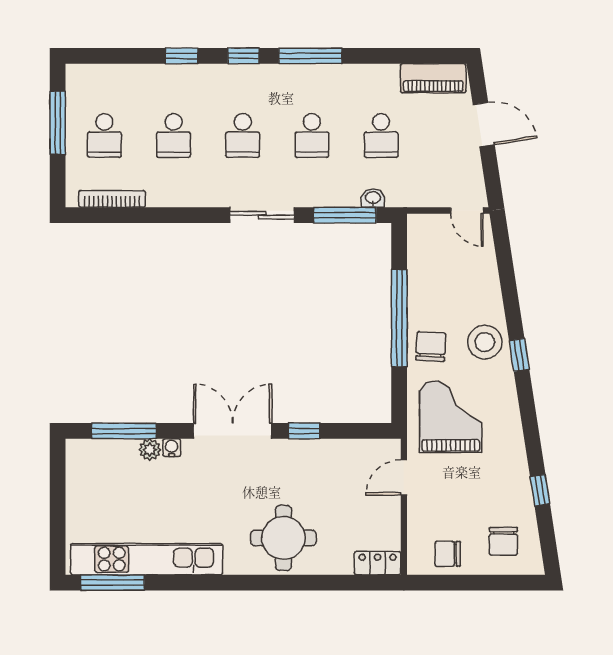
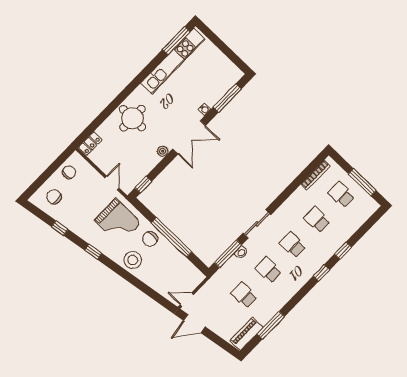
window: (310, 56) -> (271, 325), moved
door: (484, 125) -> (194, 324), moved
washbasin: (373, 198) -> (241, 253), moved
chair: (431, 347) -> (150, 239), turned 87
window: (519, 355) -> (93, 252), moved
window: (304, 431) -> (143, 185), moved
plant: (150, 450) -> (163, 151), moved

